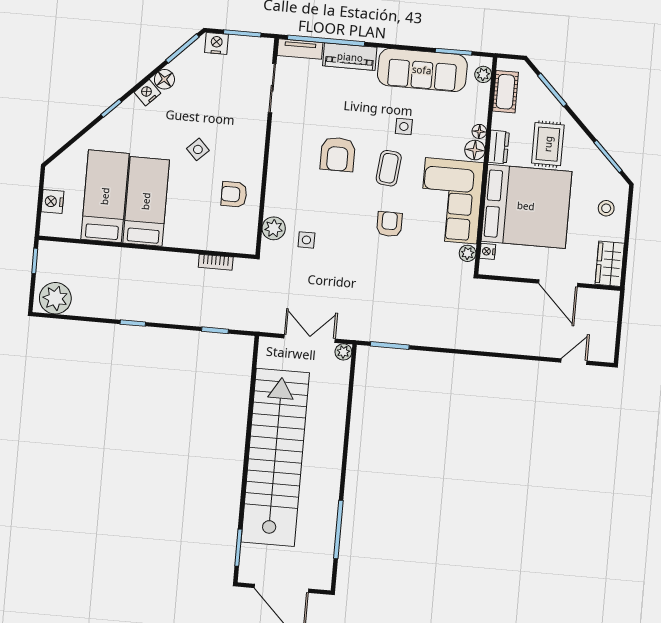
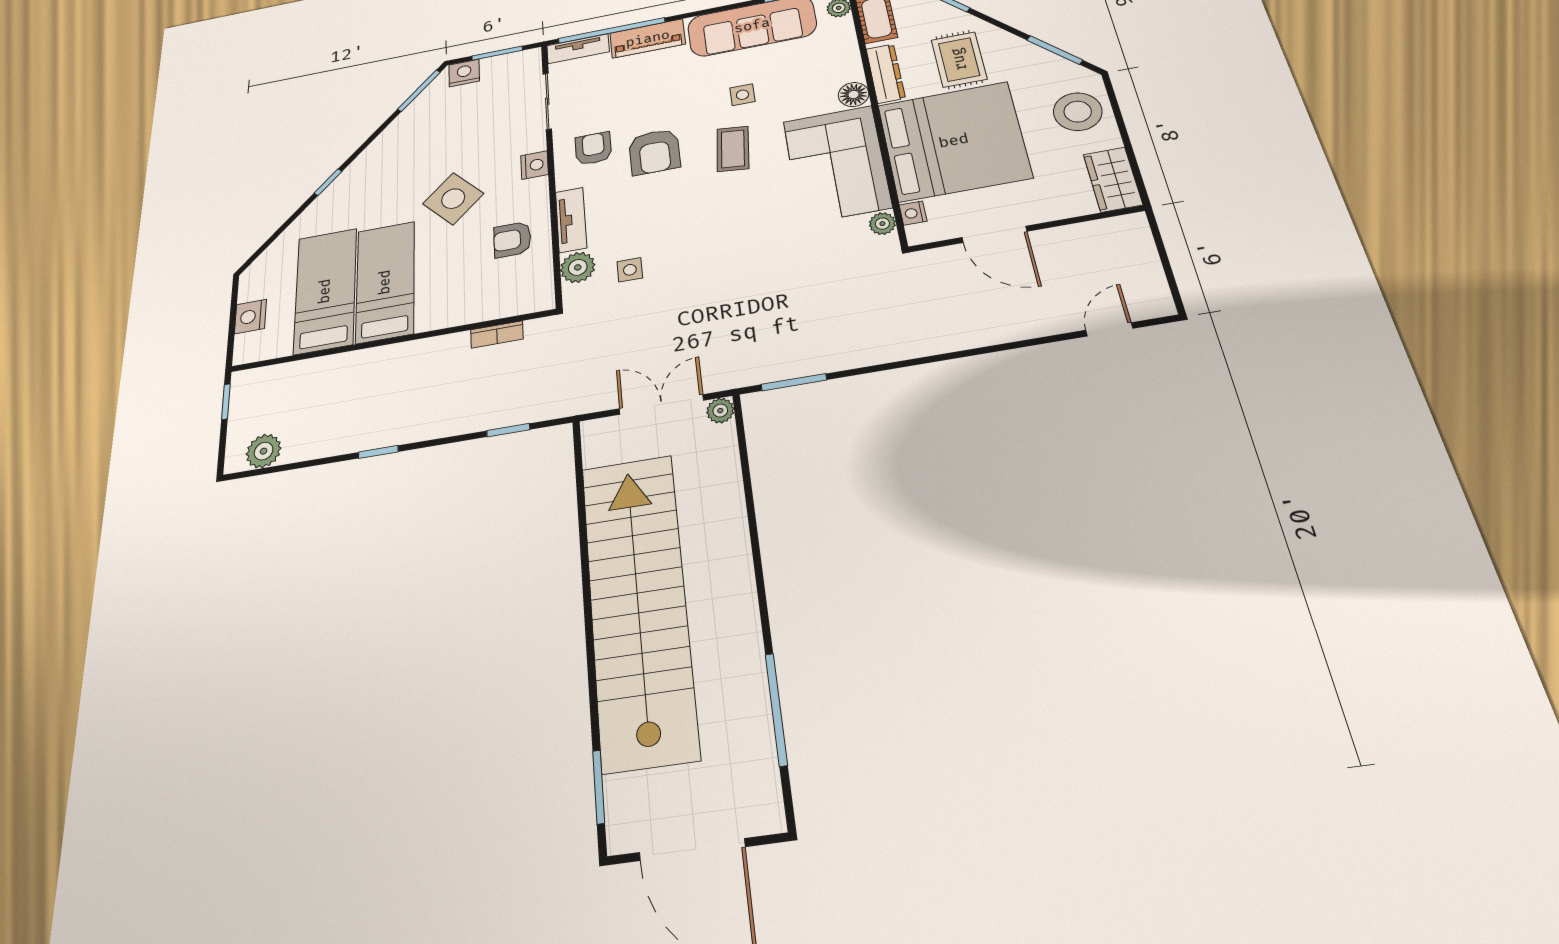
floor lamp: (164, 79) -> (398, 131), removed
nightstand: (147, 93) -> (534, 165), moved, turned 135
floor lamp: (479, 131) -> (853, 72), removed
dresser: (499, 147) -> (886, 74), width x1.44
side table: (198, 149) -> (453, 199), width x1.87, depth x1.87
tv unit: (275, 191) -> (571, 220), added
stool: (606, 208) -> (1078, 112), width x1.89, depth x1.89
armchair: (389, 224) -> (593, 148), moved
door: (558, 283) -> (994, 234), moved
plant: (55, 298) -> (264, 451), width x0.73, depth x0.73

